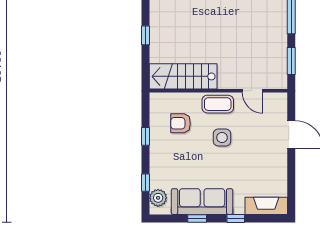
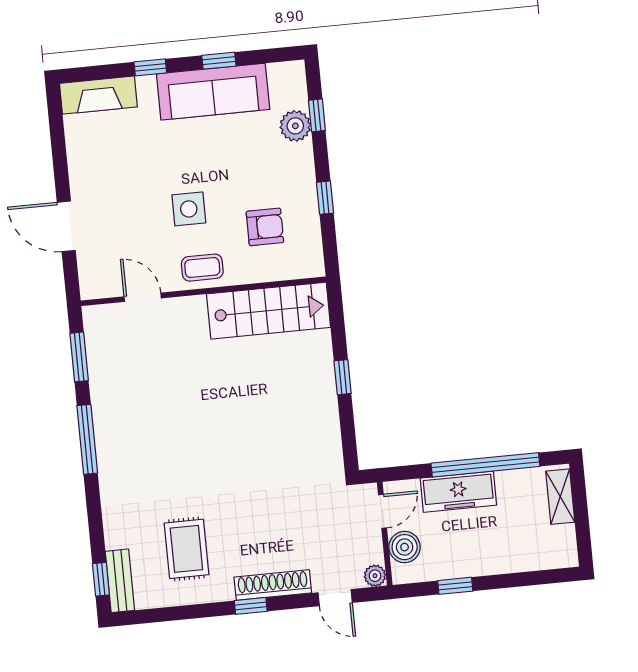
coffee table: (218, 104) -> (202, 268), width x0.73, depth x0.77
plant: (158, 198) -> (295, 126), moved

